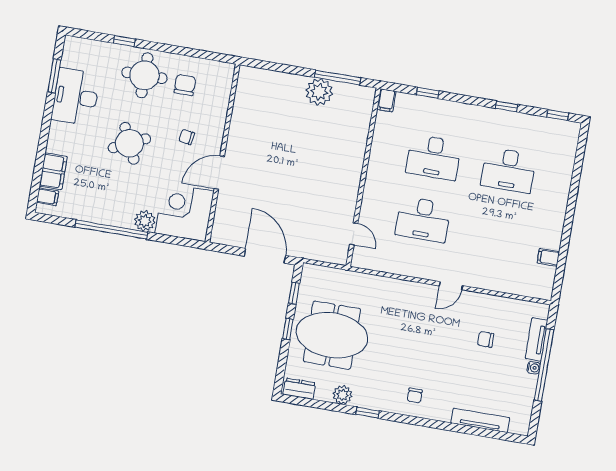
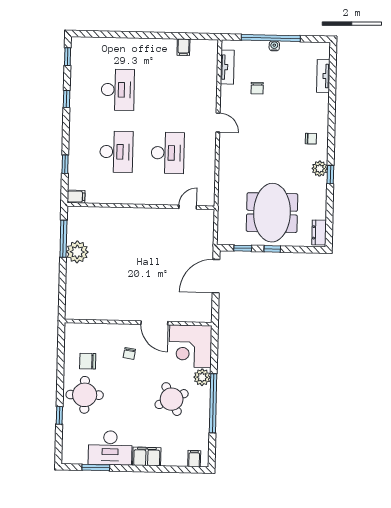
round table: (129, 143) -> (172, 399), moved
filing cabinet: (53, 171) -> (147, 457), moved
tv unit: (537, 339) -> (227, 67), moved, turned -90
plant: (343, 395) -> (320, 169), moved
tv unit: (480, 420) -> (323, 76), width x0.71

